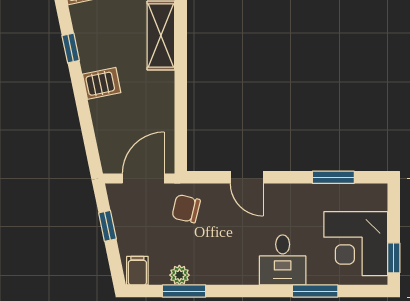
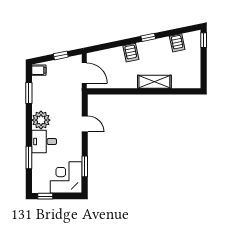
door: (247, 177) -> (85, 124), swing flipped
chair: (186, 209) -> (69, 94), removed
corner desk: (356, 244) -> (66, 177), moved
plant: (179, 275) -> (41, 120), moved, width x1.88, depth x1.88

